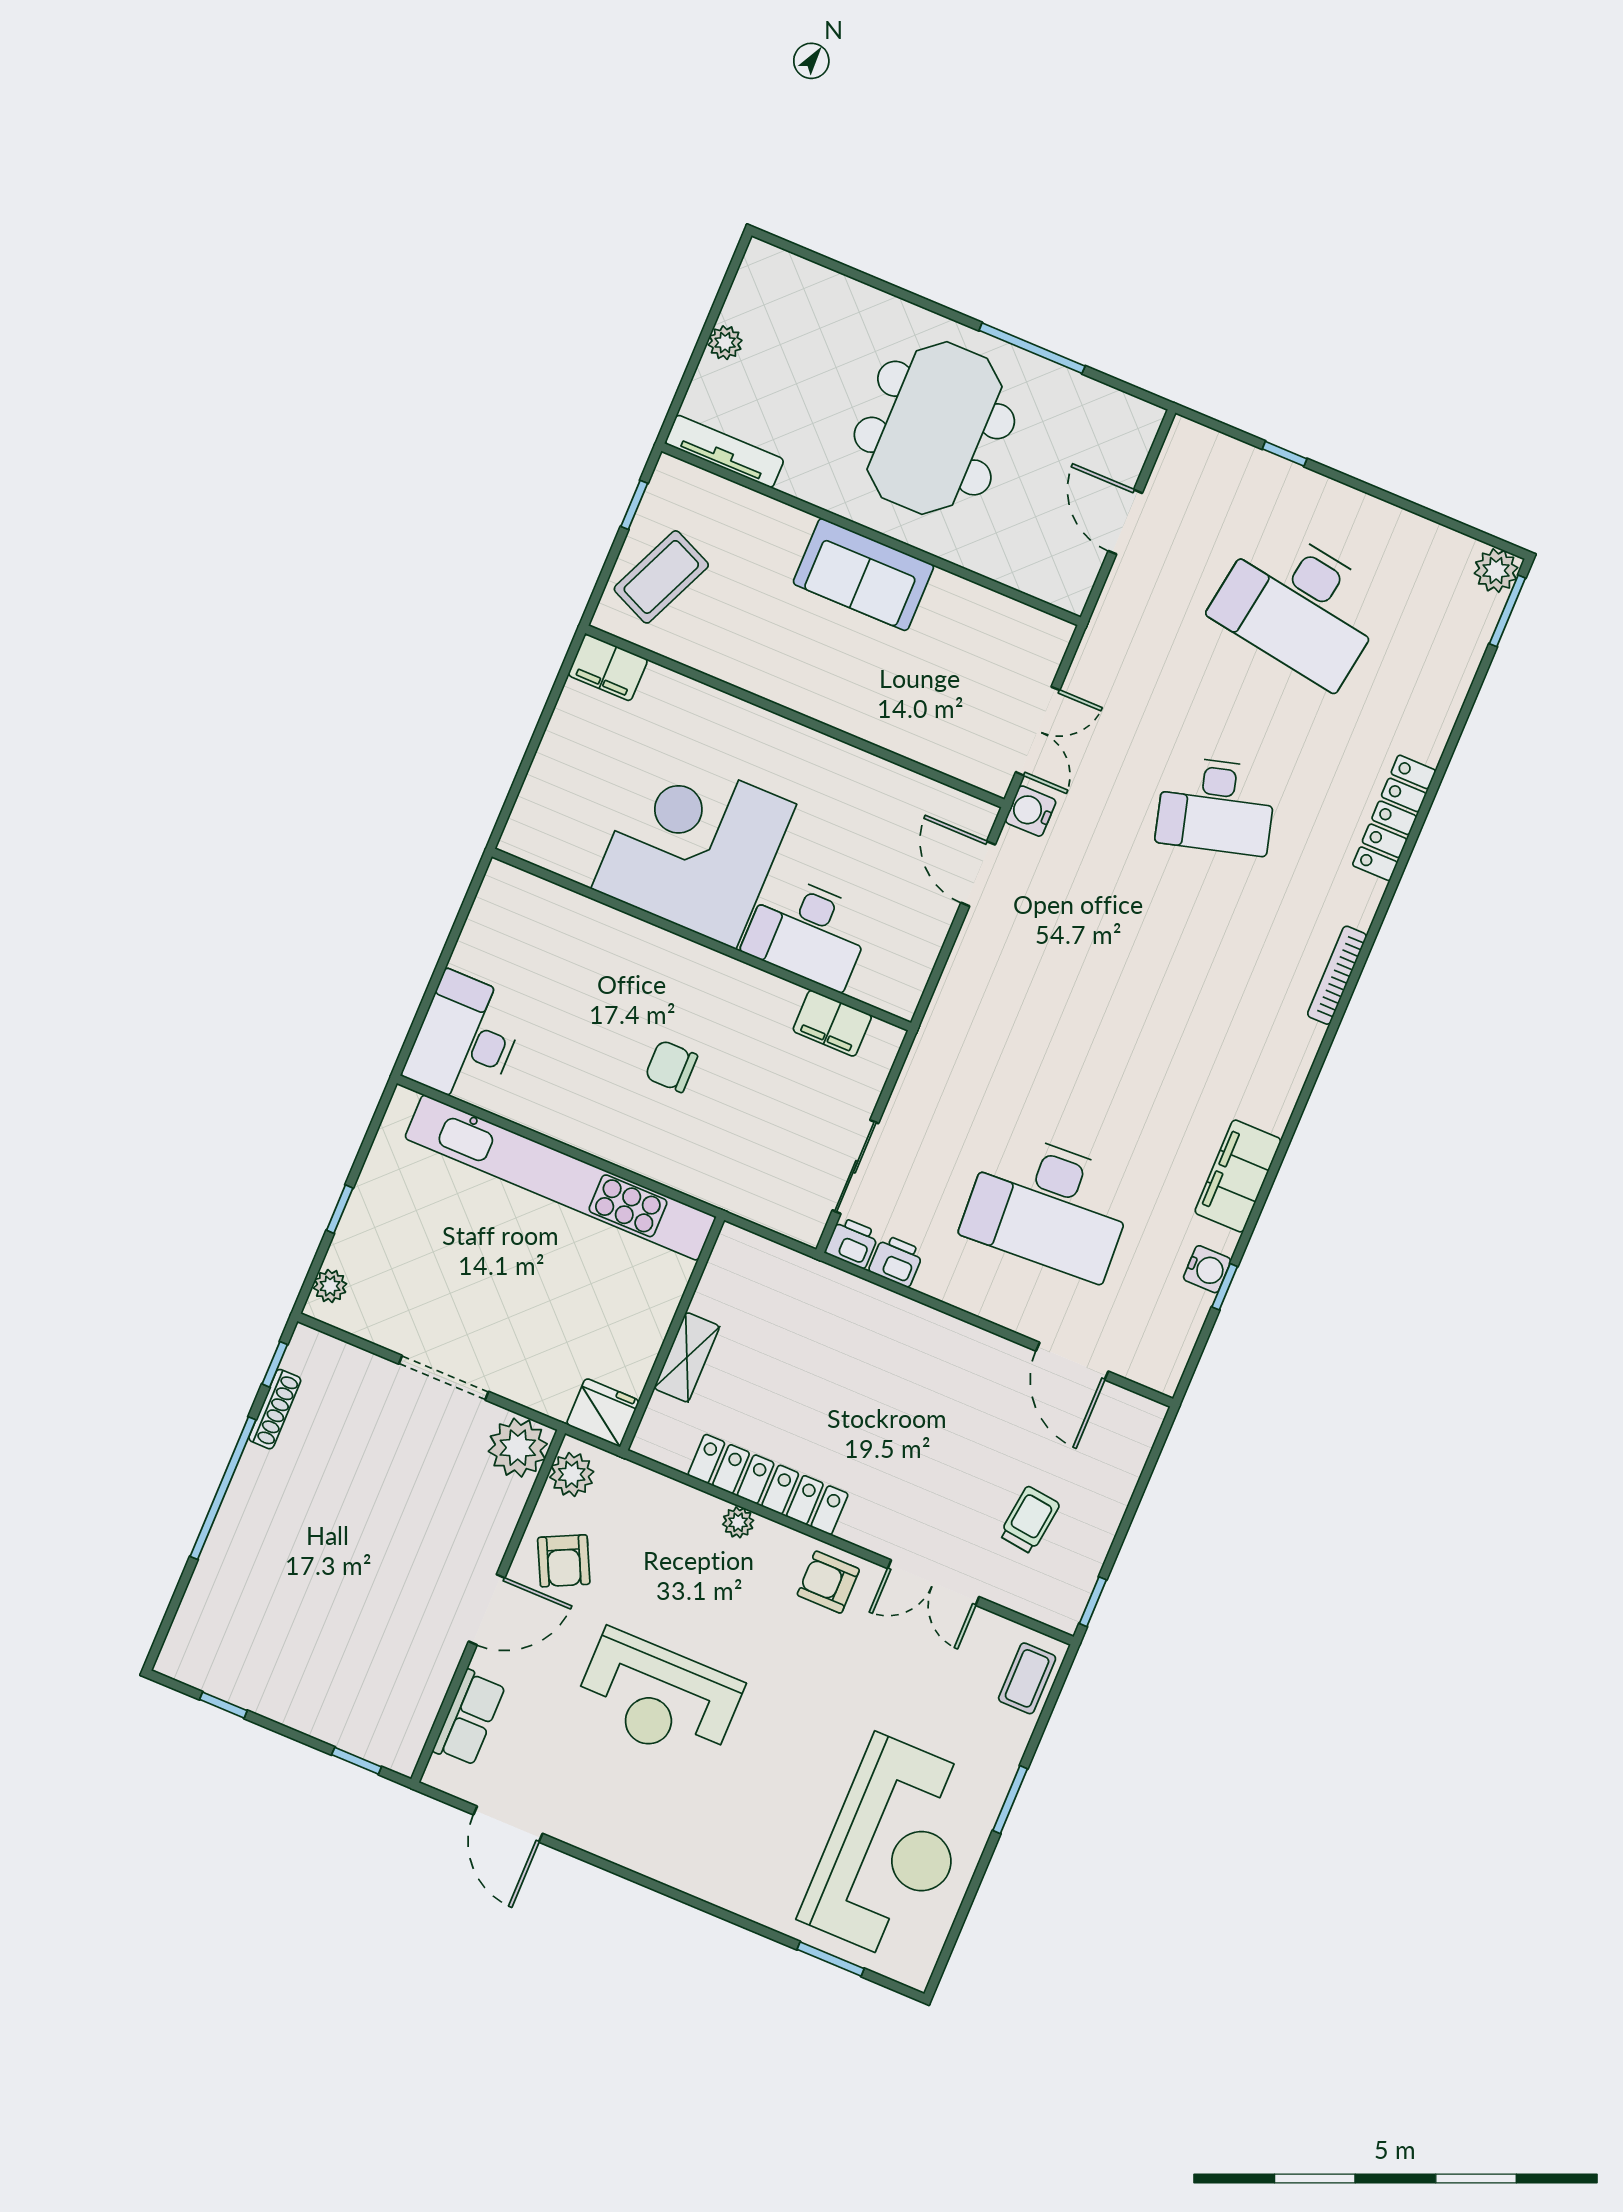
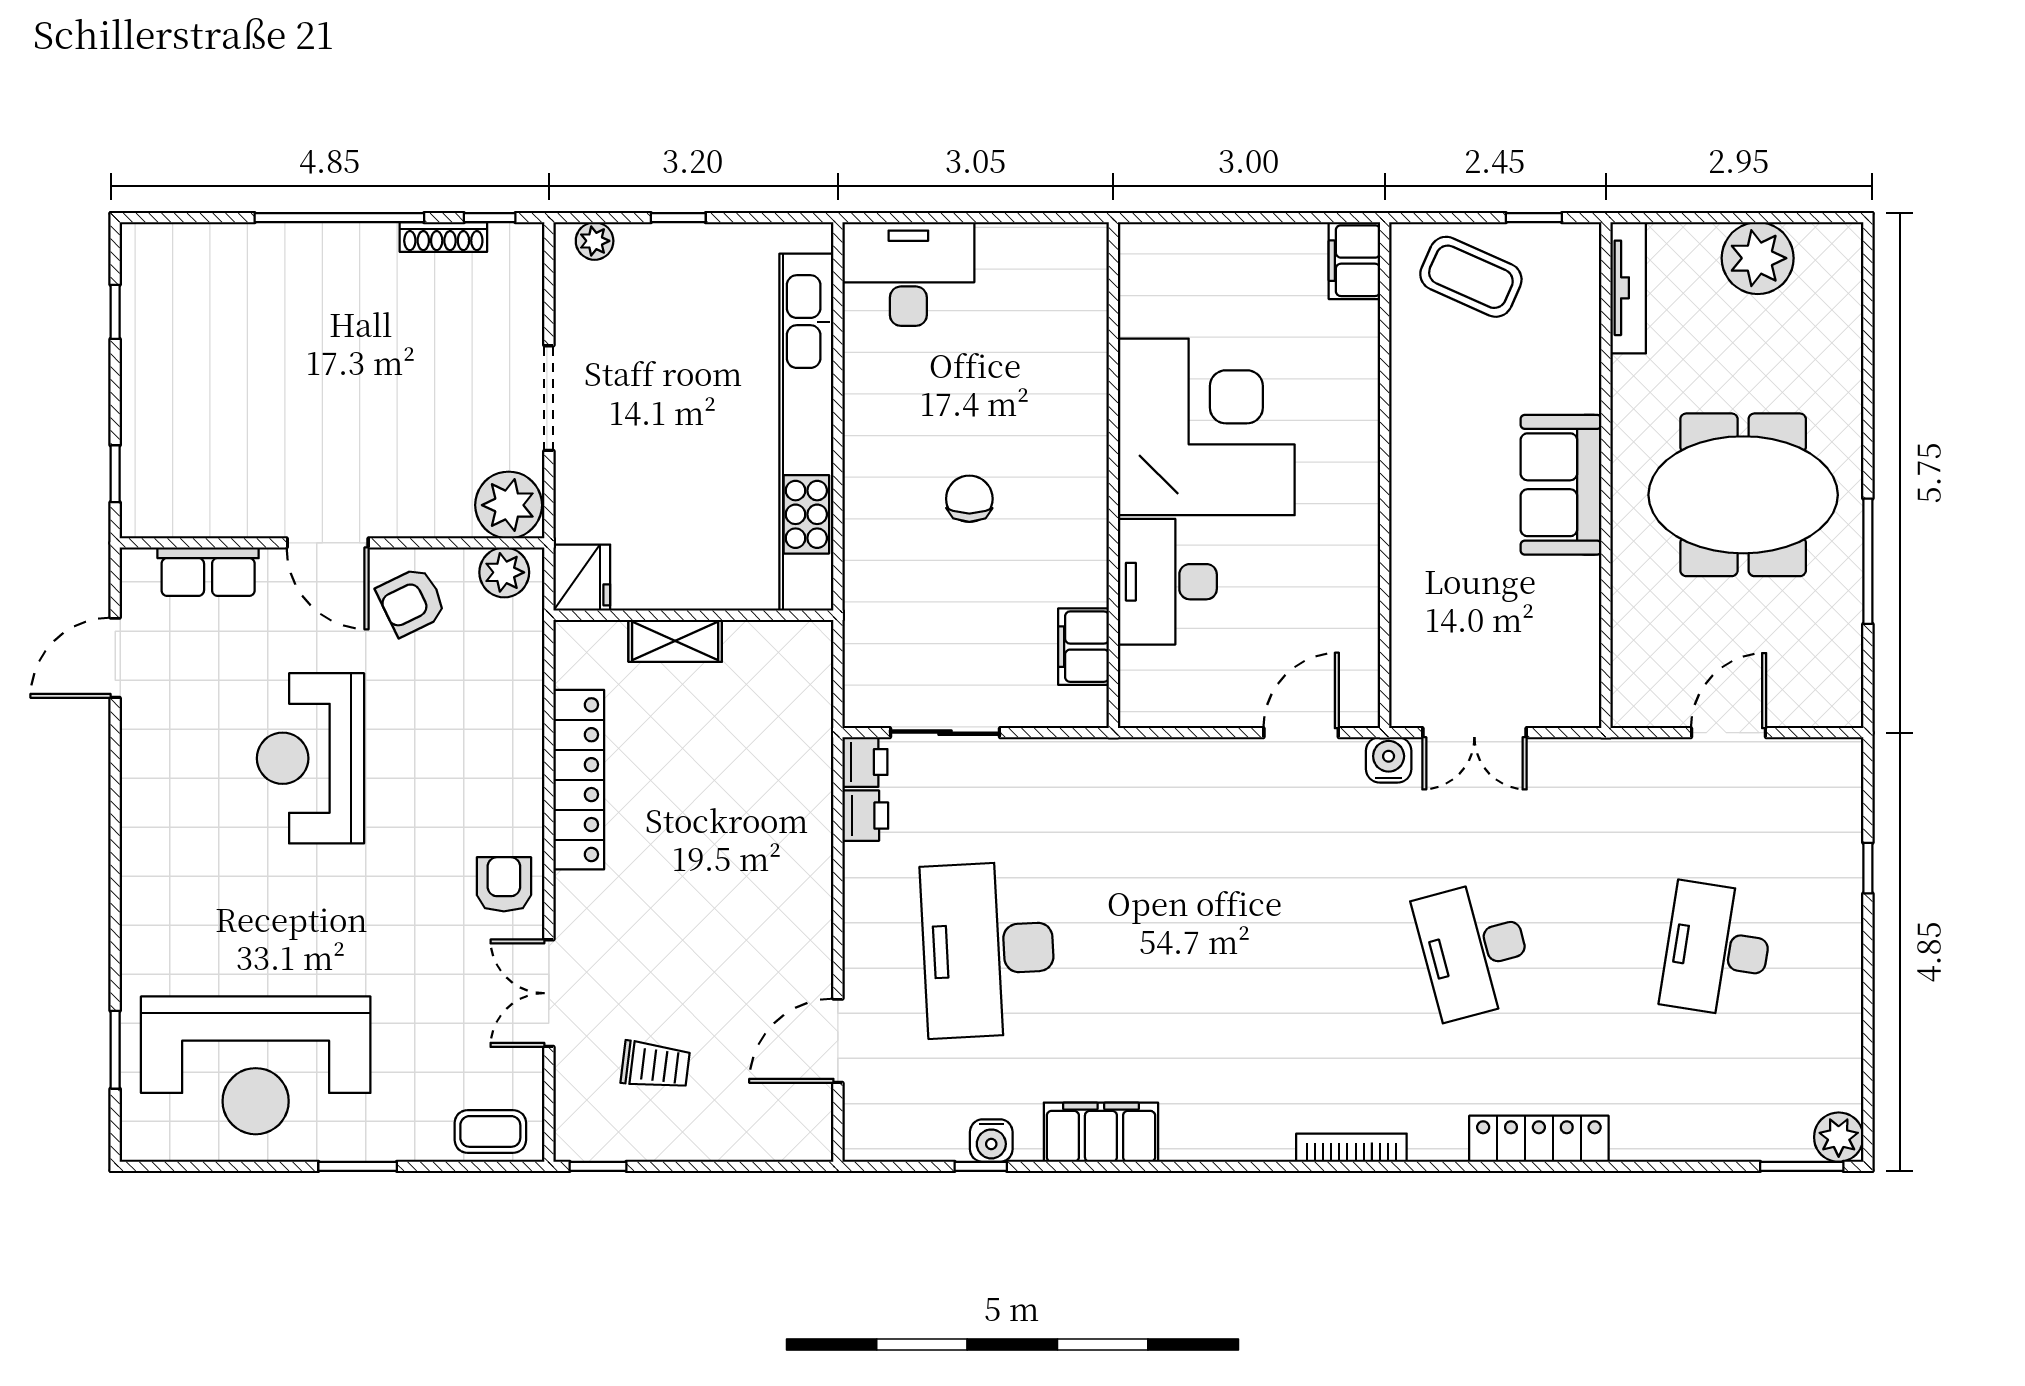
plant: (725, 343) -> (1758, 258), width x1.87, depth x1.87
desk: (1300, 606) -> (1717, 950), width x0.73, depth x0.77
plant: (738, 1522) -> (527, 765), removed

